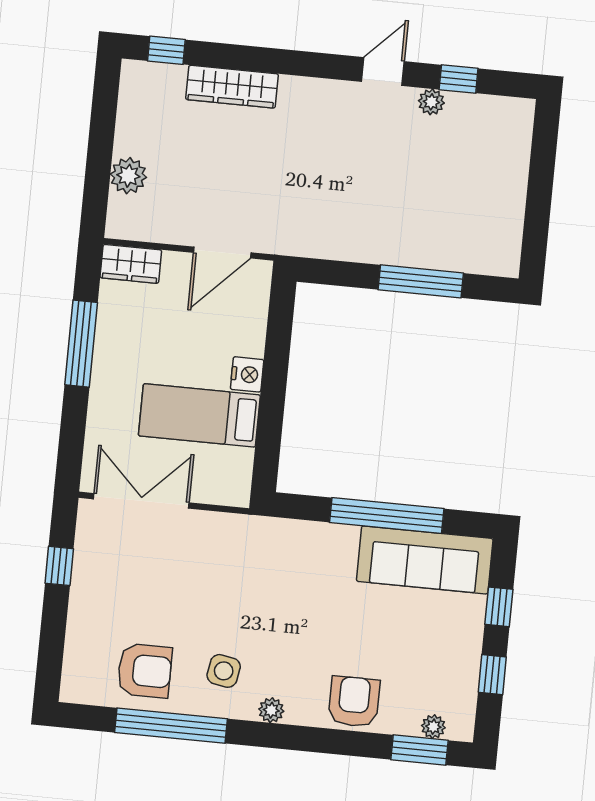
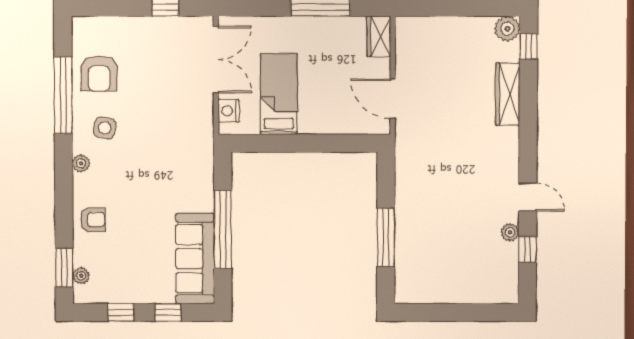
plant: (128, 176) -> (507, 29), moved
nightstand: (247, 374) -> (229, 111), moved, turned 90
armchair: (354, 702) -> (93, 220), width x0.72, depth x0.72

